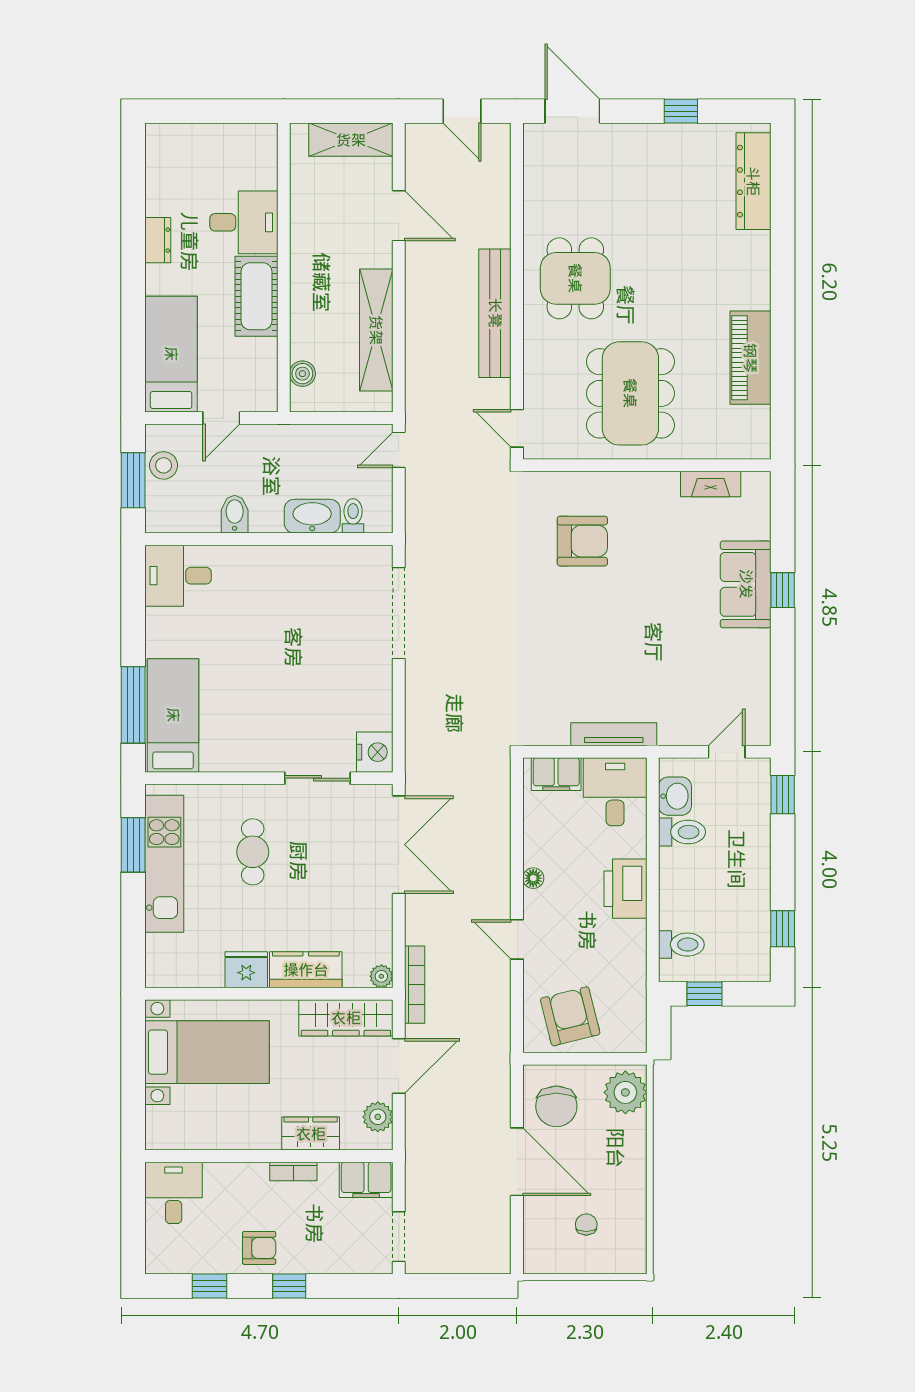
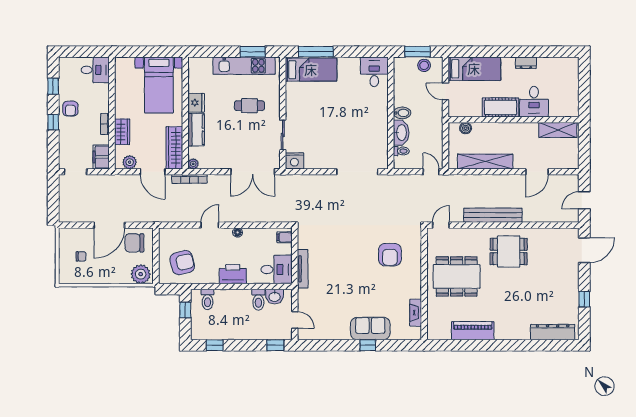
shelving: (351, 140) -> (558, 130), moved, turned 90
bidet: (235, 514) -> (402, 113), moved
filing cabinet: (556, 774) -> (285, 237), width x0.50
armchair: (570, 1016) -> (182, 263), moved

